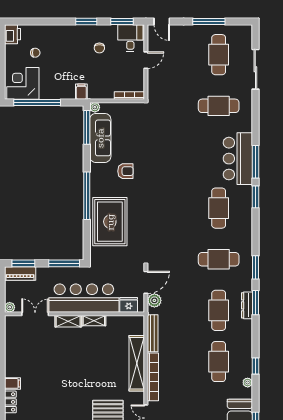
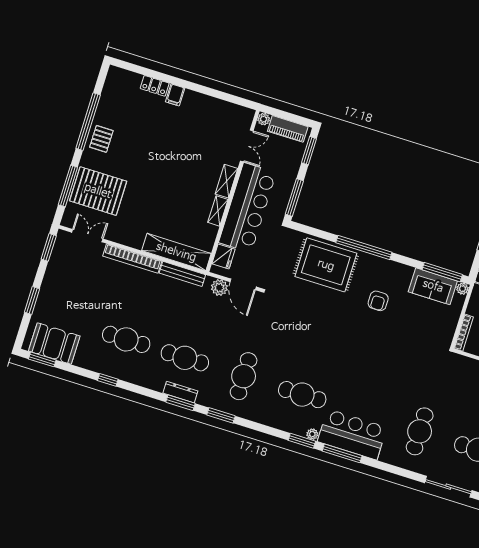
sofa: (100, 138) -> (433, 286), width x0.73
piano: (20, 273) -> (288, 129), moved, turned -90
shelving: (137, 363) -> (176, 252), moved
plant: (248, 383) -> (312, 434), moved

